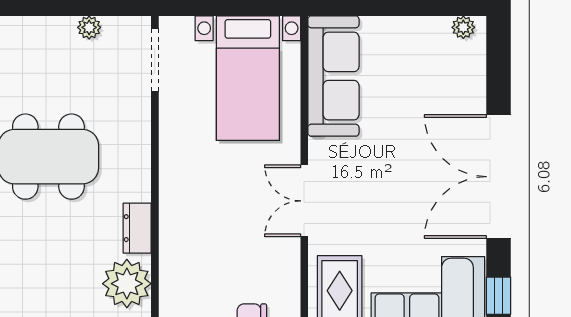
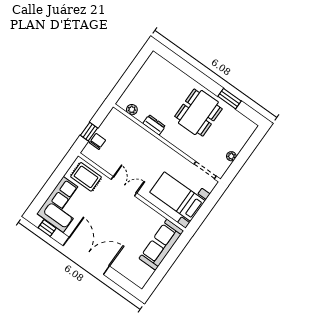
plant: (463, 27) -> (144, 279), removed
sofa: (333, 76) -> (161, 245), moved, turned 90
plant: (127, 284) -> (132, 110), width x0.53, depth x0.53

